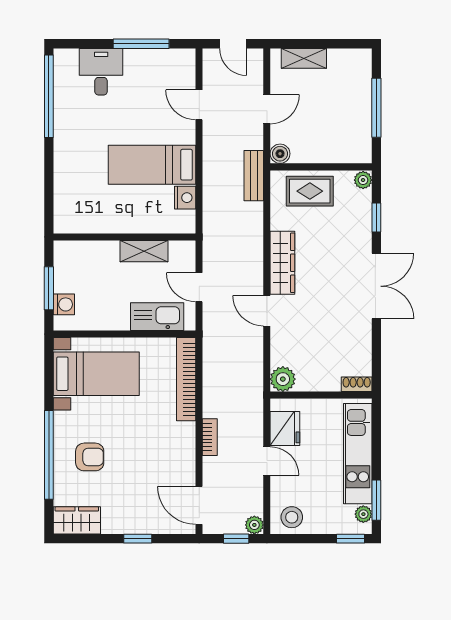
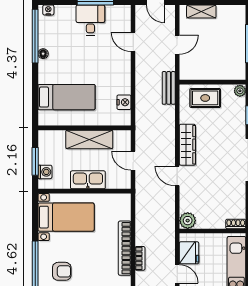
nightstand: (69, 56) -> (48, 10), added
desk: (101, 72) -> (90, 20), moved
floor lamp: (61, 123) -> (43, 54), added
boiler: (280, 154) -> (186, 74), removed
bed: (152, 165) -> (66, 97), moved, turned 180
shelving: (144, 251) -> (89, 139), width x1.50, depth x1.33
kitchen sink: (157, 317) -> (88, 180), moved
bookcase: (186, 379) -> (125, 248), moved

